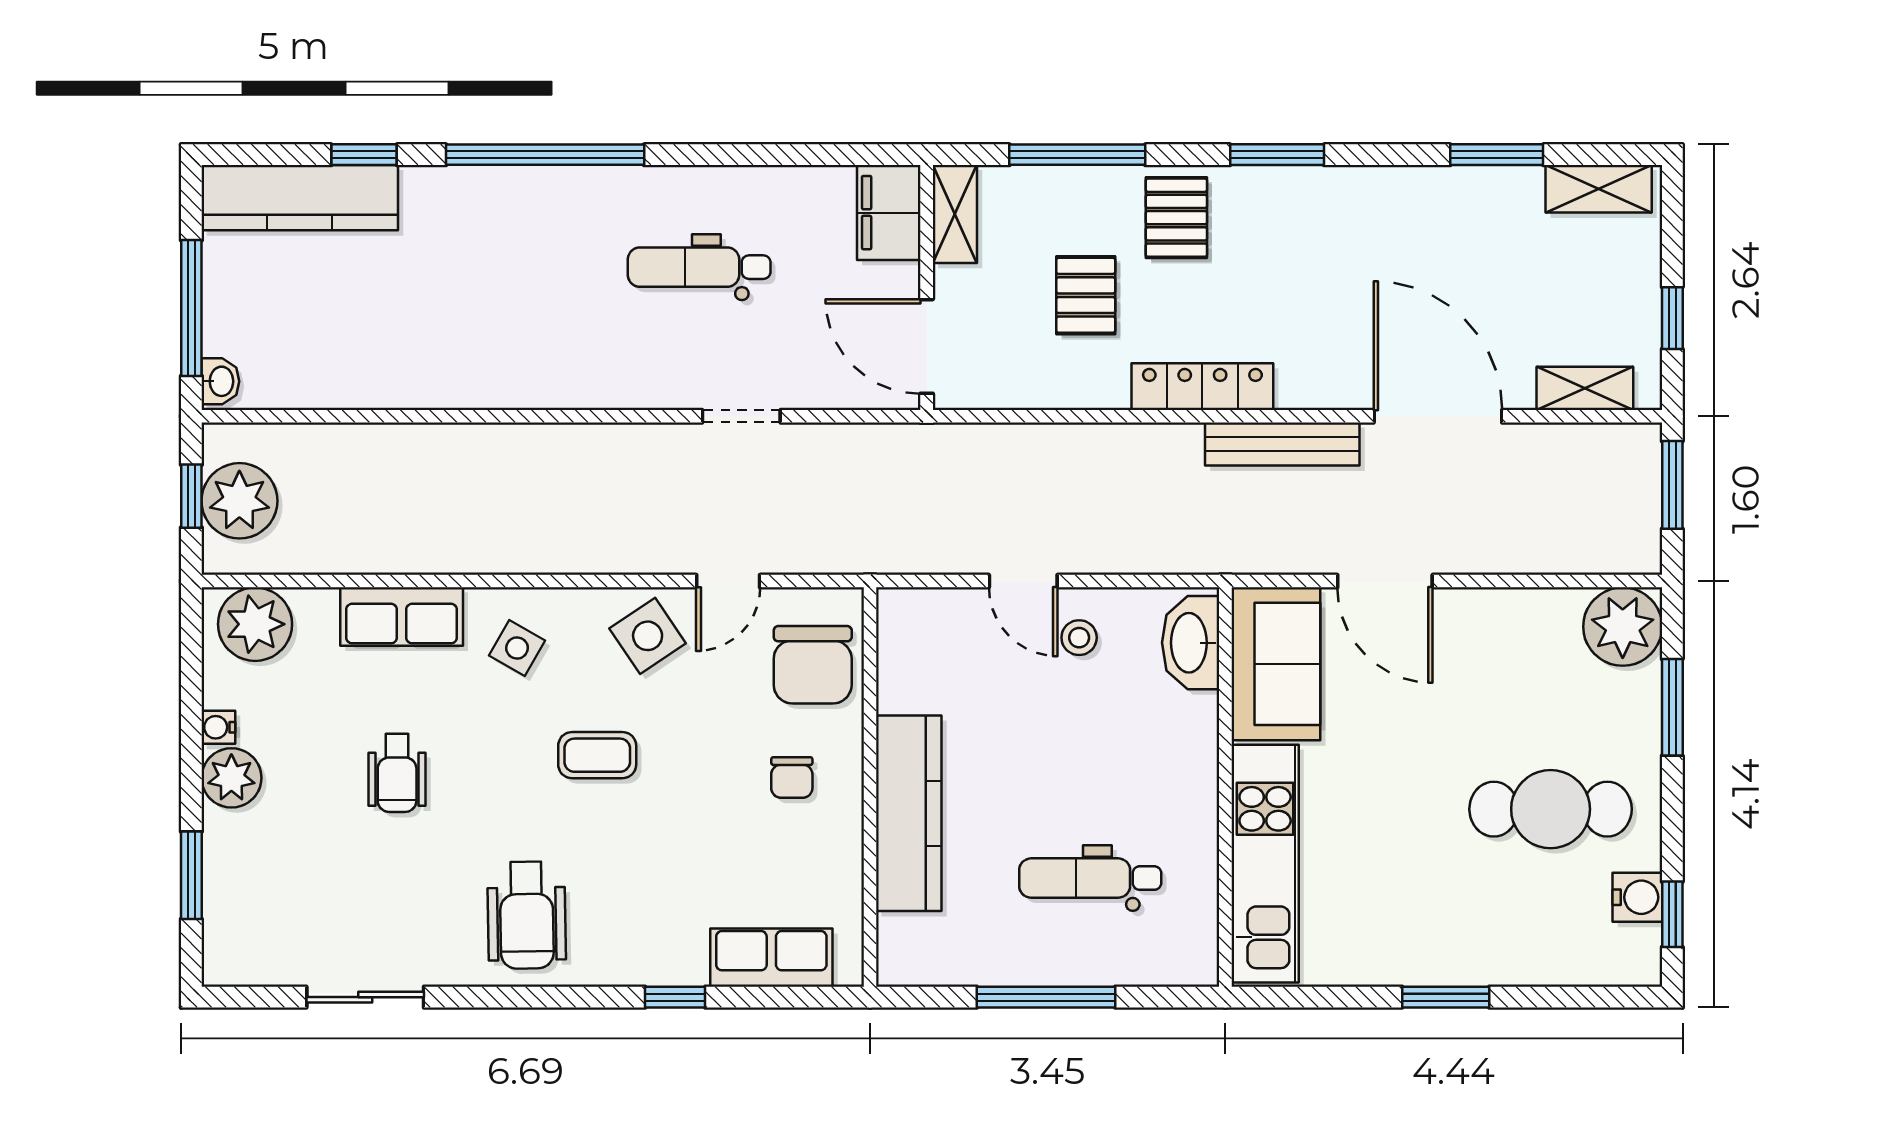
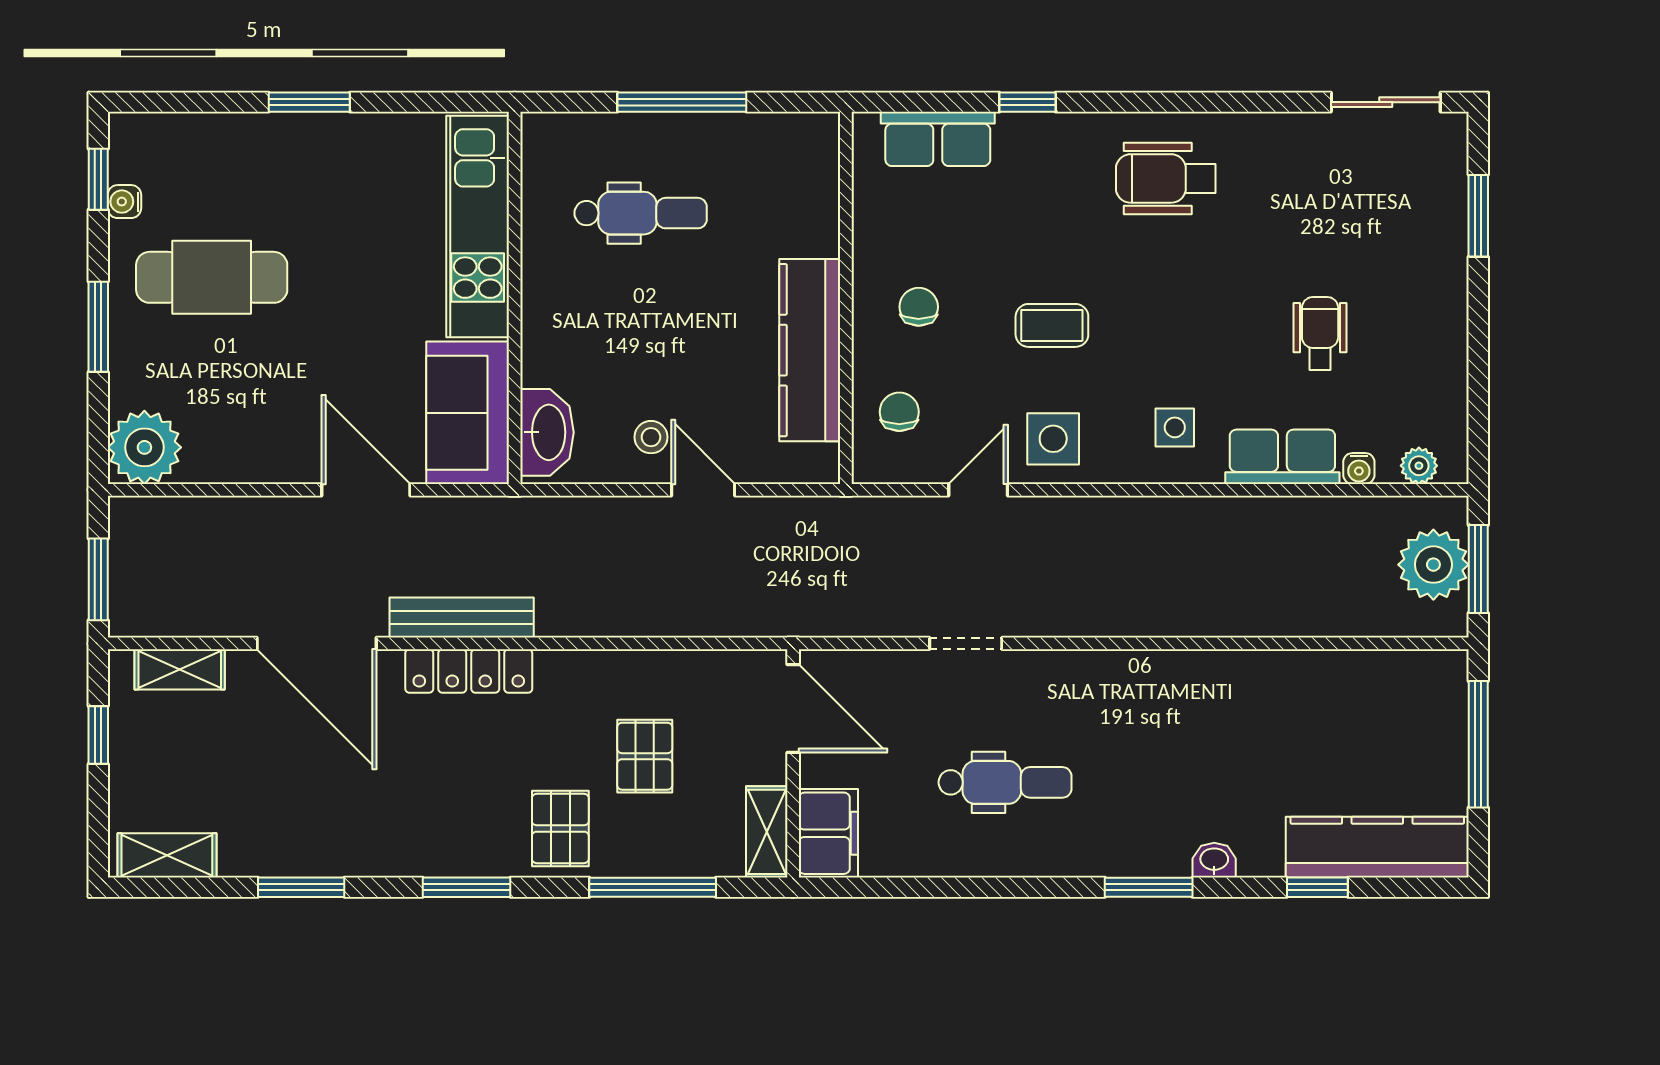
window: (545, 155) -> (1149, 887), width x0.47
window: (1497, 155) -> (301, 887), moved
washbasin: (220, 381) -> (1214, 860), moved, turned 90
locker: (1202, 387) -> (469, 671), moved
window: (191, 496) -> (1478, 569), width x1.50
plant: (255, 624) -> (1419, 466), width x0.53, depth x0.53
side table: (648, 636) -> (1053, 439), turned 34
side table: (517, 648) -> (1175, 427), turned -30
chair: (813, 665) -> (899, 412), width x0.54, depth x0.54
window: (1672, 707) -> (98, 327), moved
water cooler: (218, 727) -> (1359, 469), moved, turned 90
coffee table: (597, 755) -> (1052, 325), moved
wheelchair: (397, 773) -> (1320, 333), moved
plant: (231, 778) -> (1441, 306), removed
kitchen counter: (909, 813) -> (810, 350), moved
water cooler: (1637, 897) -> (124, 202), width x0.72, depth x0.72
wheelchair: (527, 915) -> (1166, 178), turned -89
sliding door: (365, 997) -> (1386, 102), moved

